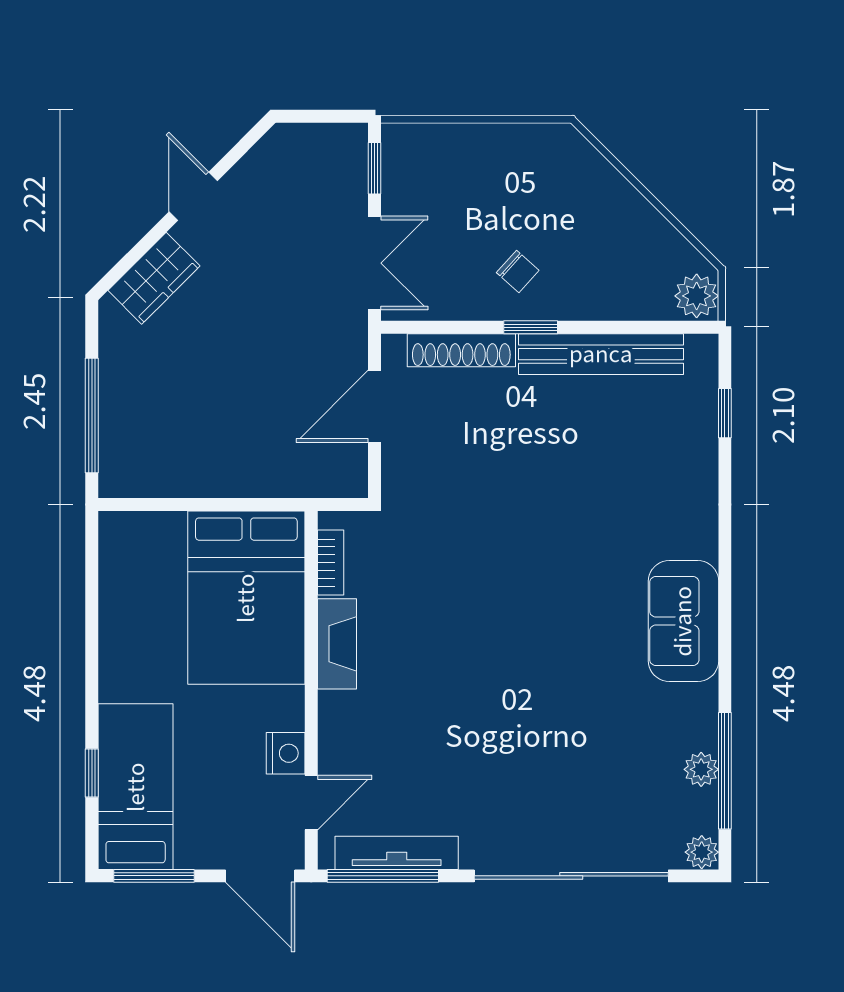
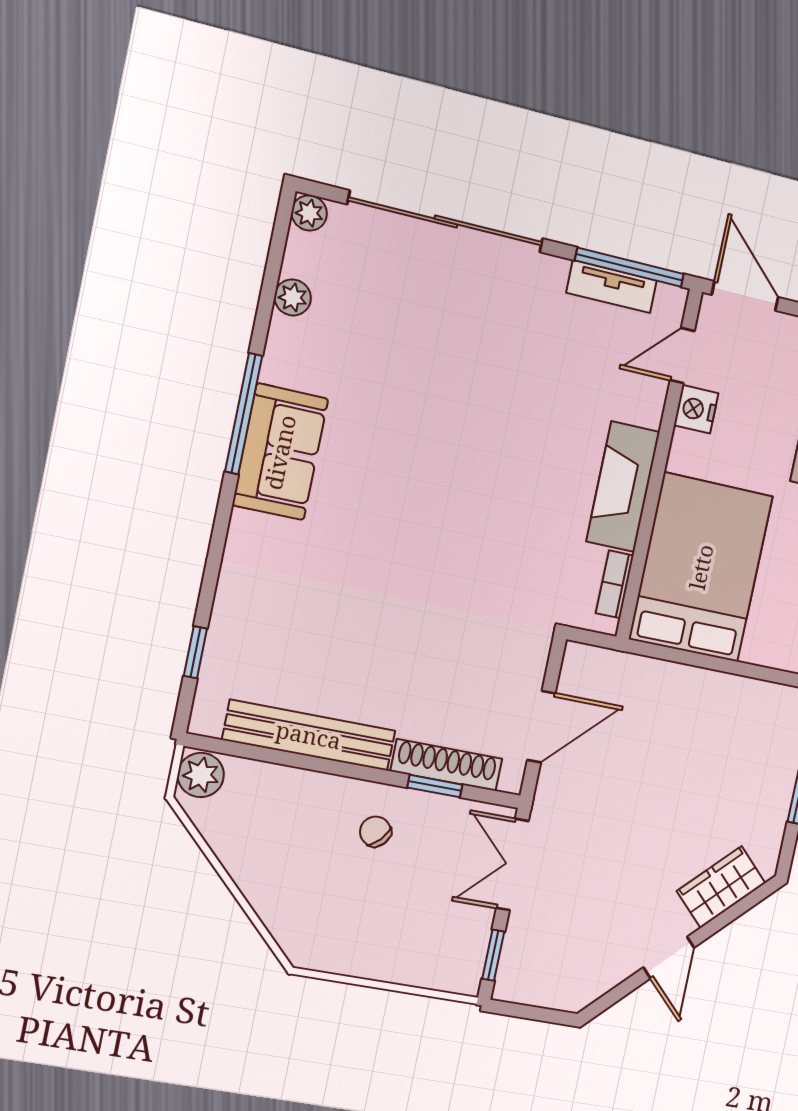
window: (531, 327) -> (435, 786), moved
fireplace: (337, 644) -> (623, 487), width x1.37, depth x1.32
window: (725, 771) -> (244, 414), moved
tv unit: (397, 853) -> (612, 287), width x0.71

